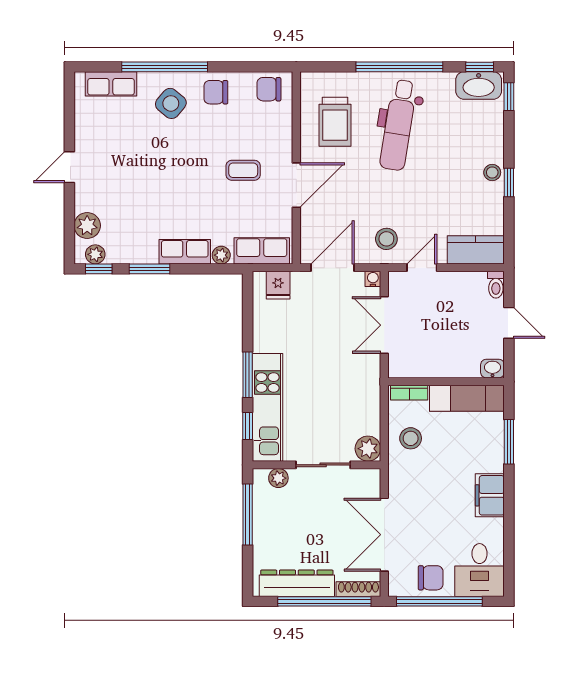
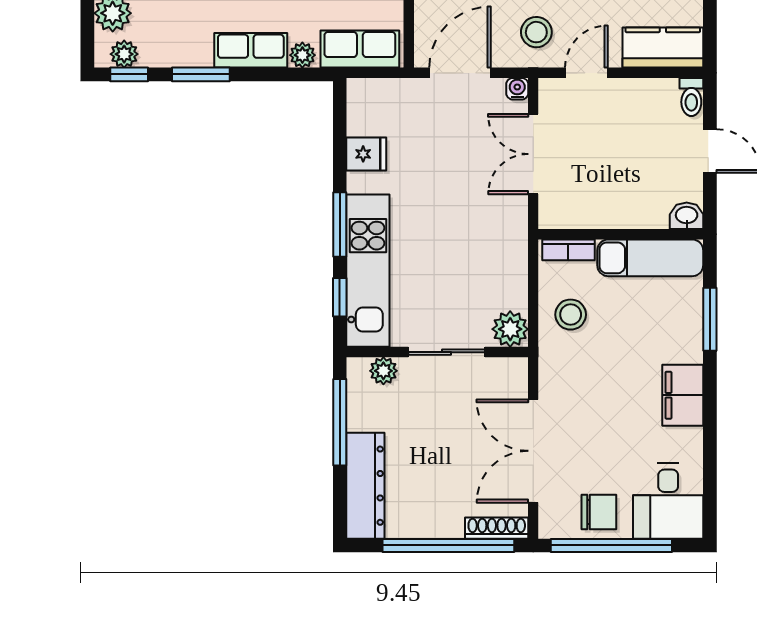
fridge: (278, 285) -> (366, 154), moved, turned -90
dresser: (297, 583) -> (365, 486), moved, turned 90

